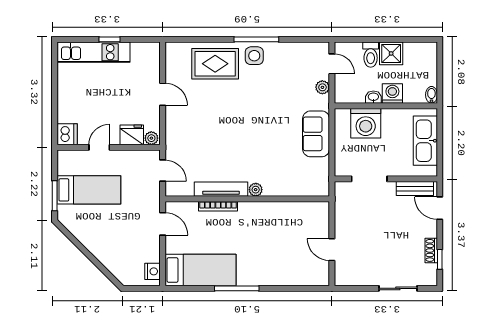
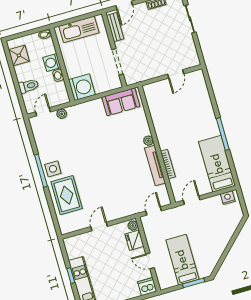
shower: (391, 53) -> (19, 55), moved
washing machine: (366, 123) -> (82, 87), moved
sofa: (316, 134) -> (121, 102), moved

